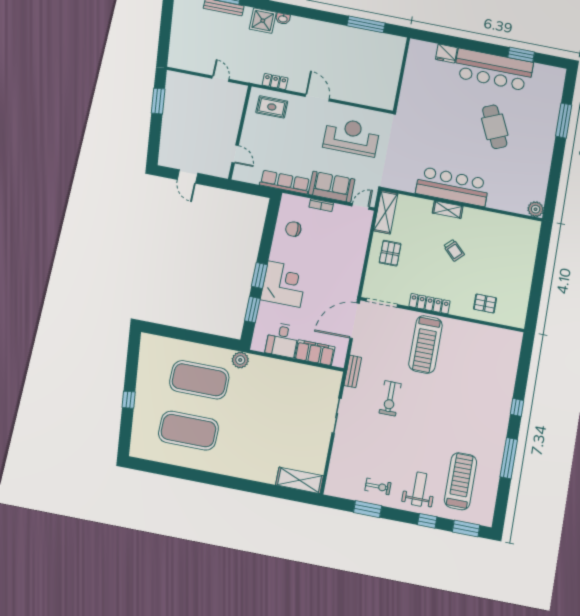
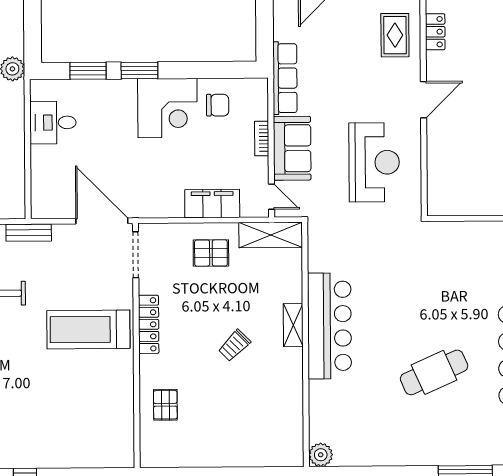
chair: (293, 229) -> (218, 105), turned 90
corner desk: (284, 284) -> (167, 108), moved
filing cabinet: (315, 353) -> (212, 204), moved, turned -90

